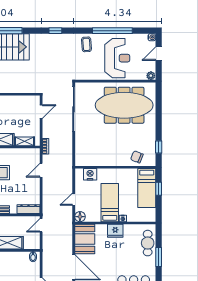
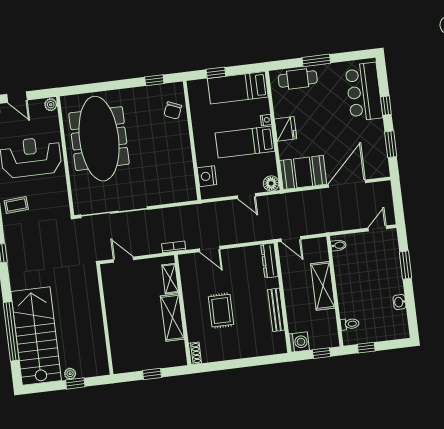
bed: (147, 188) -> (238, 88), moved, turned 180

